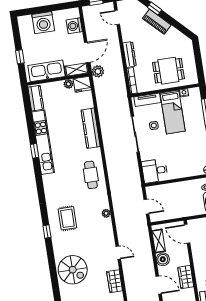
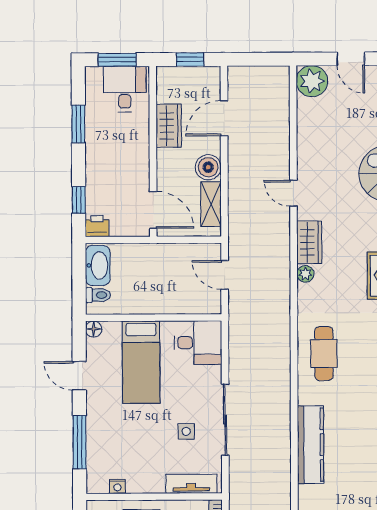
bed: (173, 112) -> (141, 362), moved, turned 180
wardrobe: (115, 281) -> (309, 242), moved
door: (159, 285) -> (224, 118), hinge flipped

